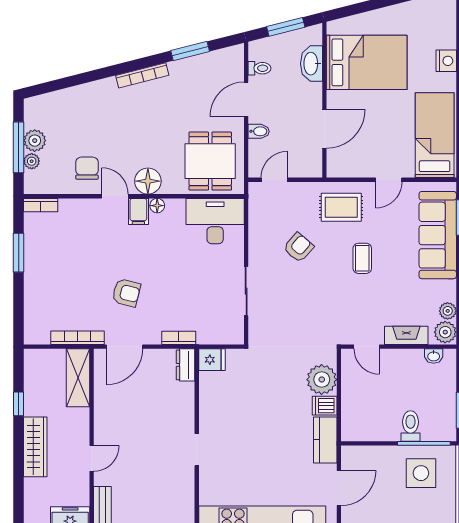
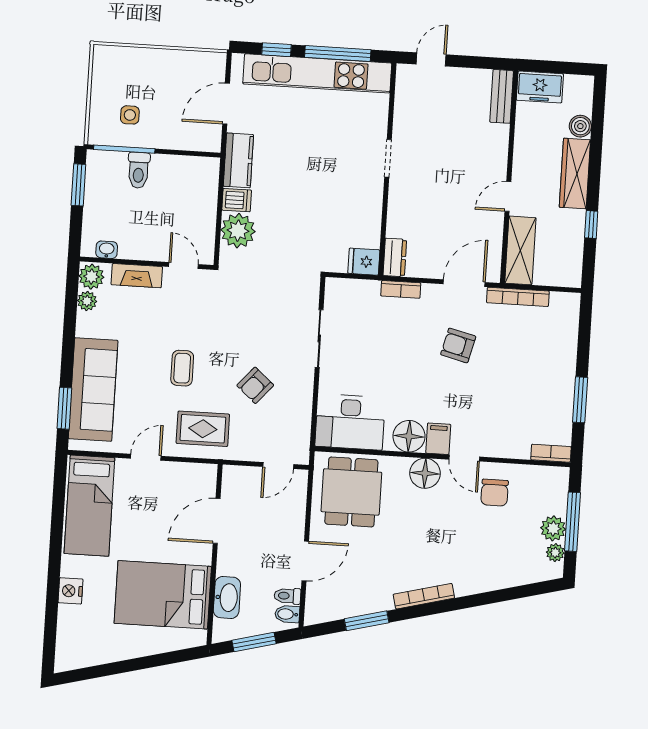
bidet: (259, 131) -> (287, 614), moved
plant: (32, 161) -> (555, 553), moved
floor lamp: (157, 206) -> (409, 436), width x1.89, depth x1.89
door: (92, 458) -> (508, 196), moved
side table: (421, 473) -> (130, 115), width x0.54, depth x0.54
boiler: (33, 488) -> (580, 126), added

